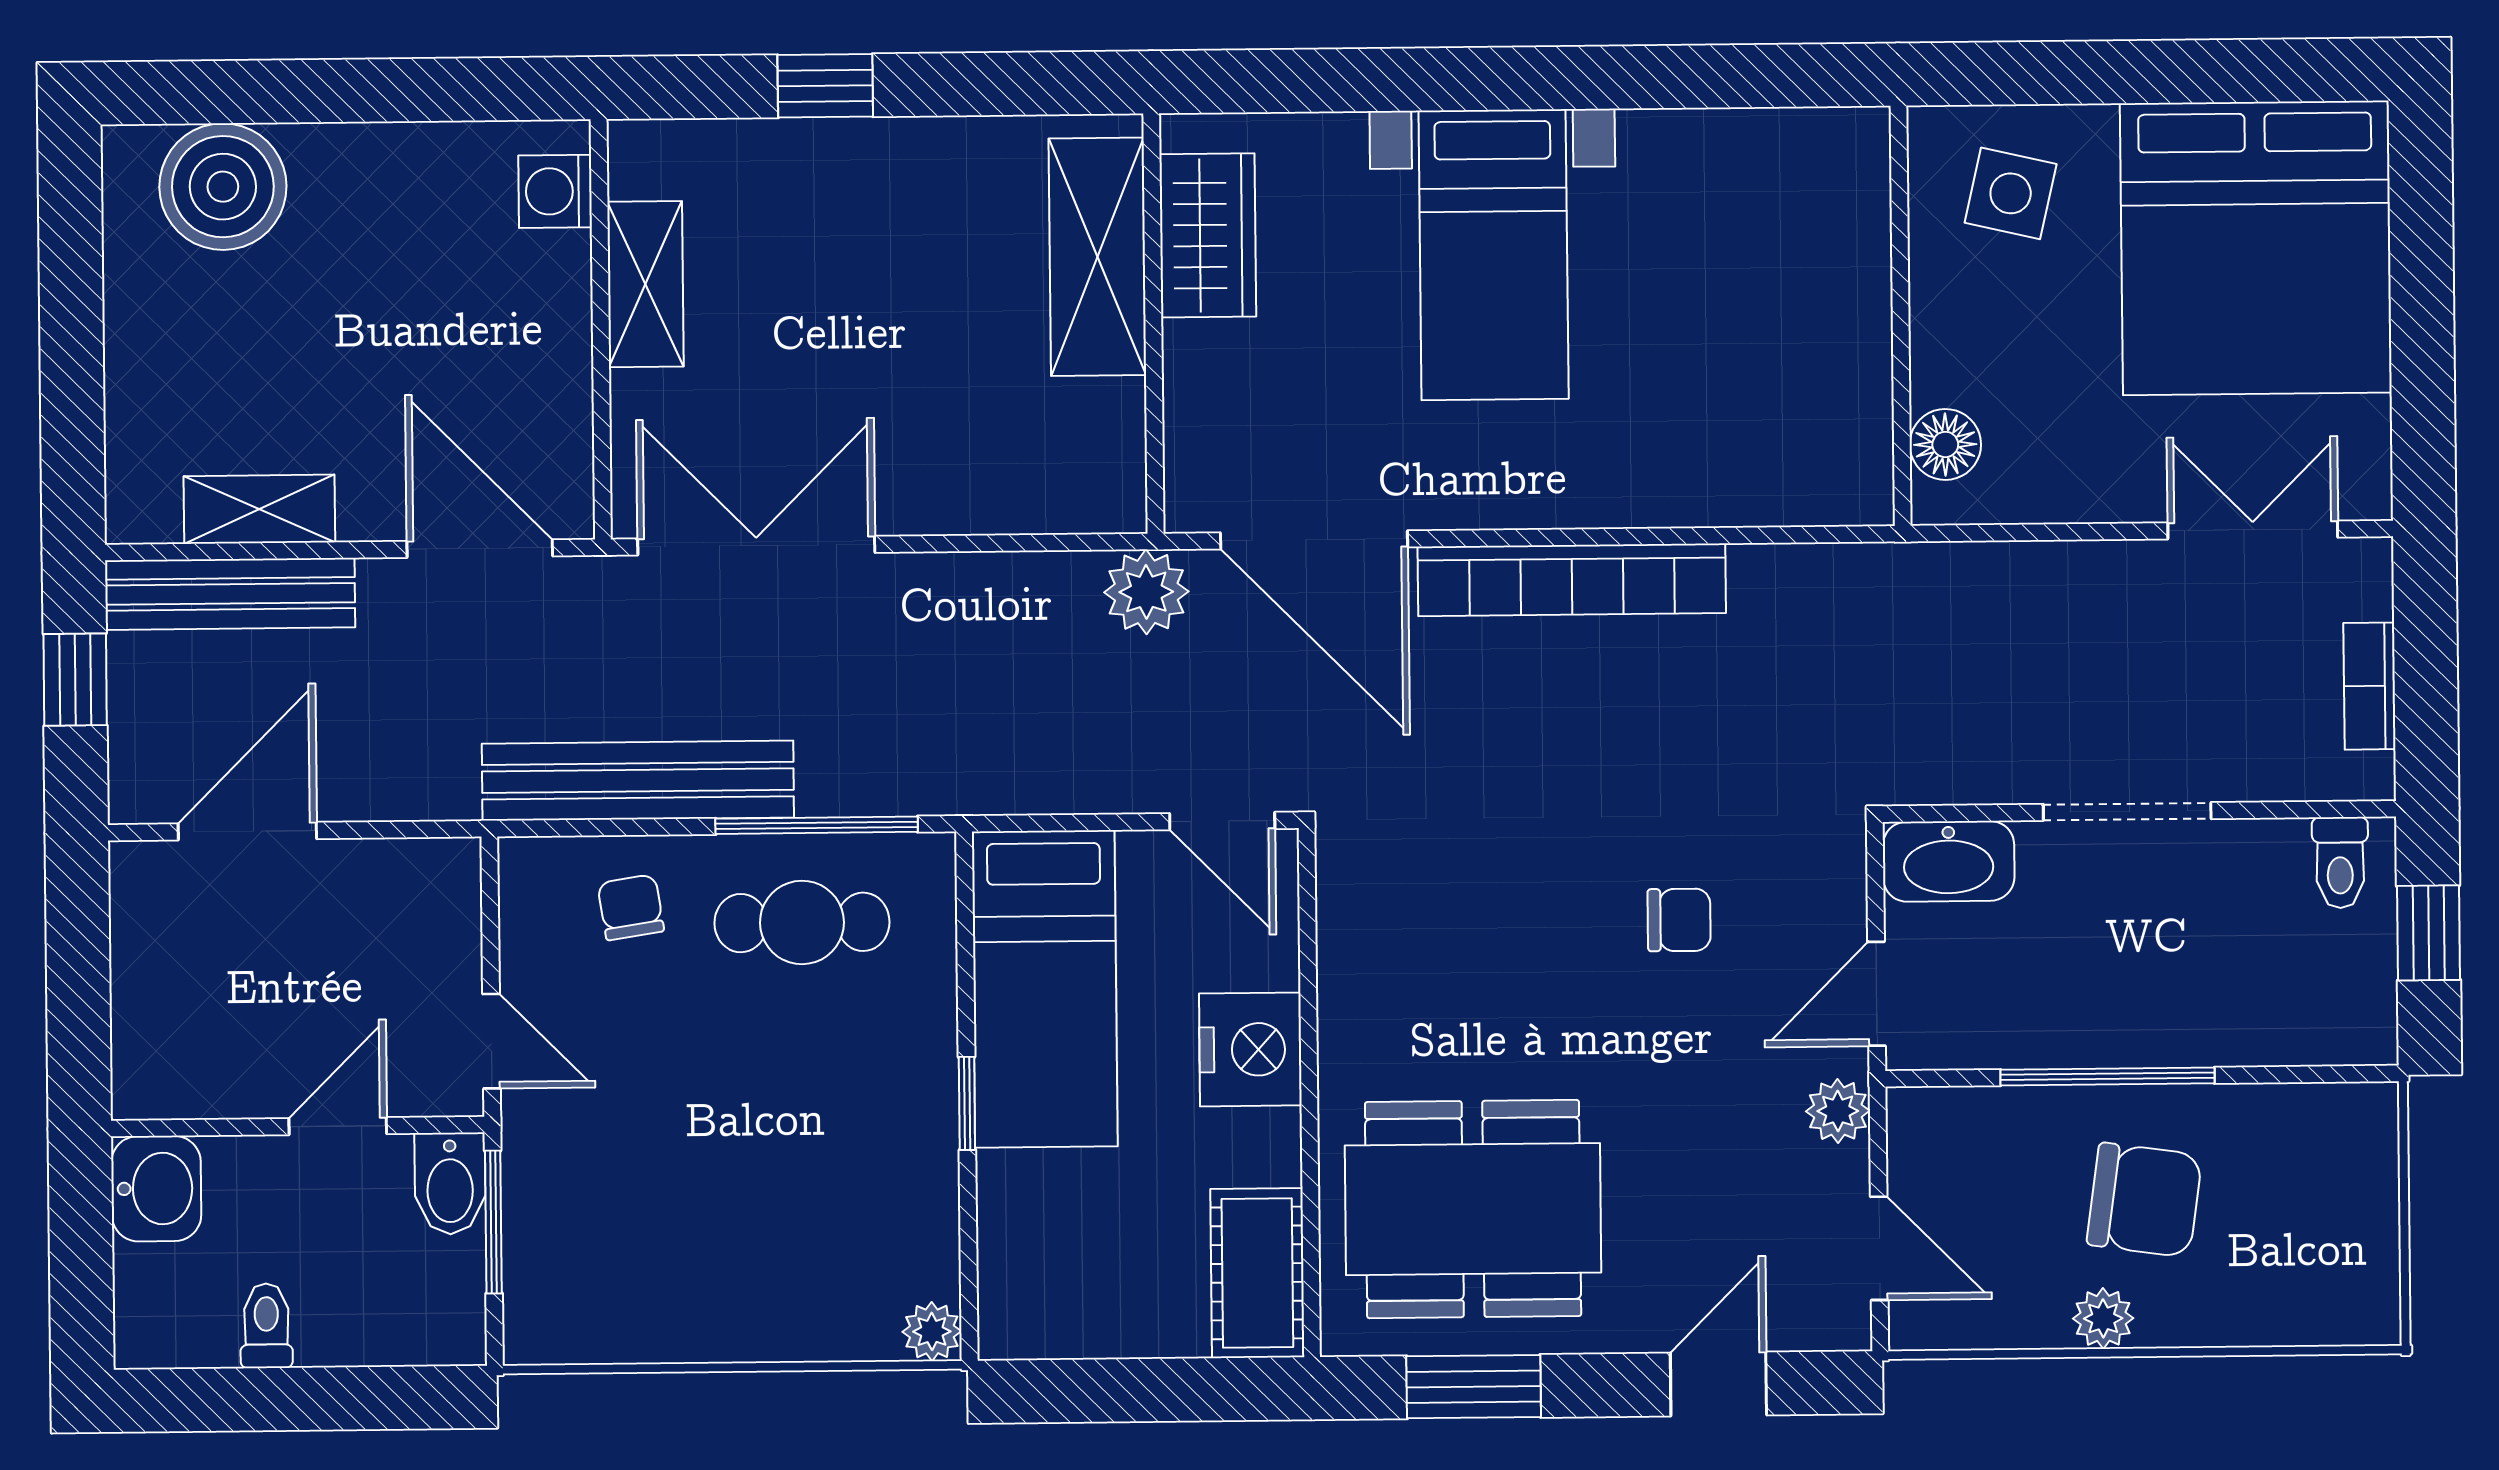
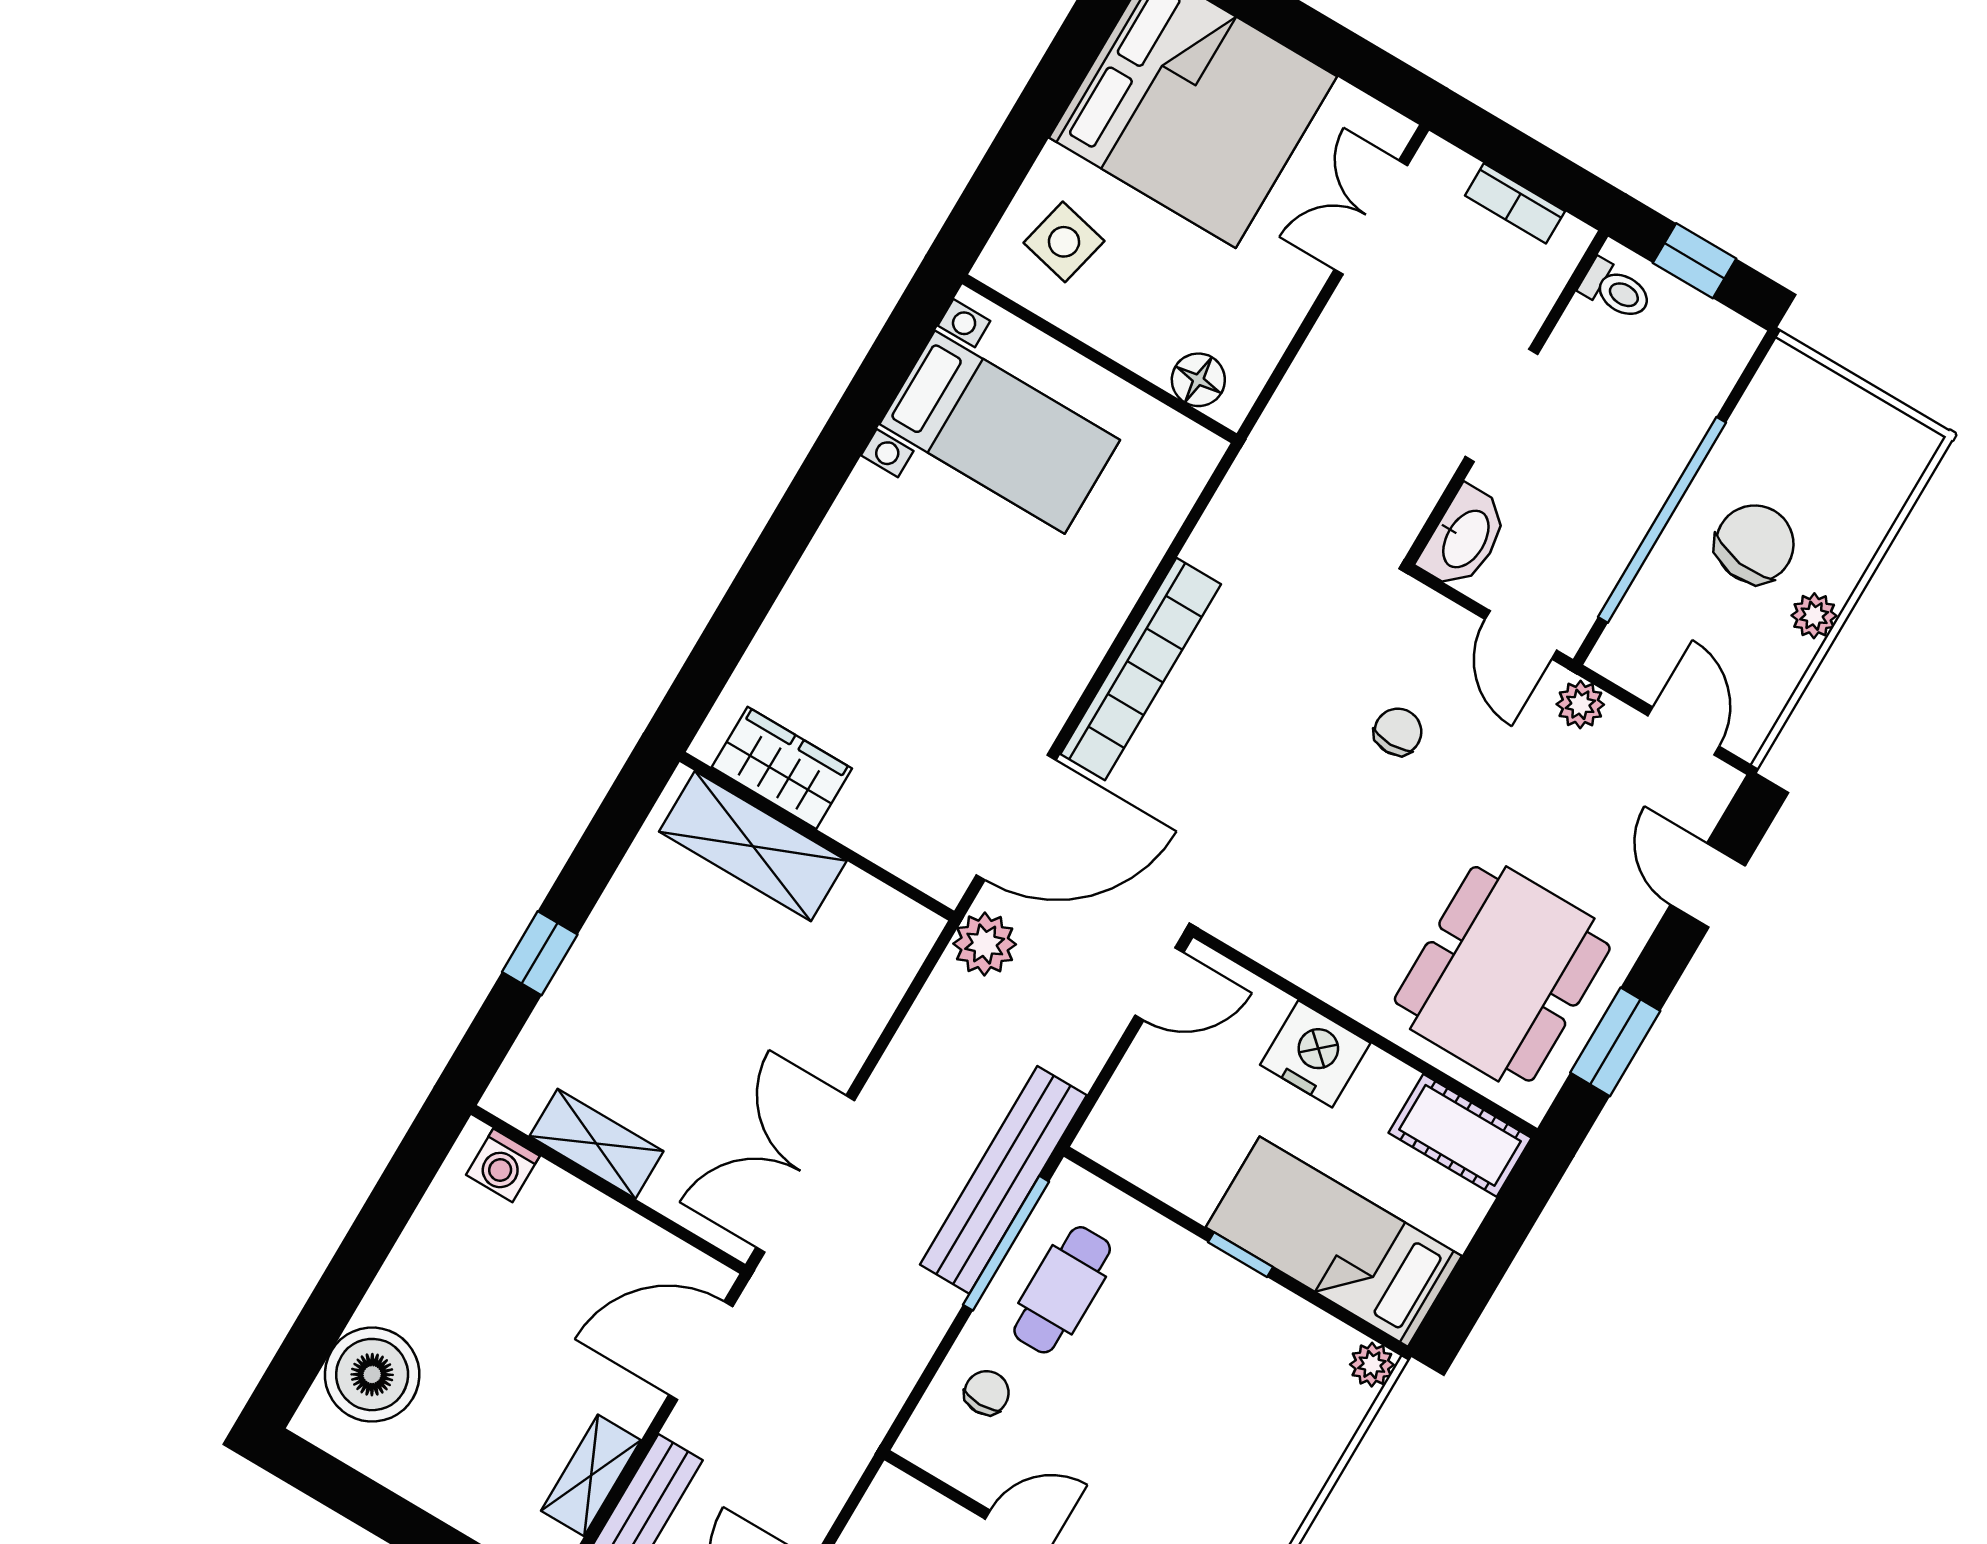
bed with nightstands: (1494, 255) -> (1000, 432), moved
bench: (638, 781) -> (1003, 1180), moved
chair: (631, 907) -> (987, 1393), turned 99
bed: (1045, 989) -> (1334, 1242), moved, turned 180
window: (2108, 1076) -> (1662, 520), width x1.46
door: (1879, 1248) -> (1683, 731), hinge flipped

